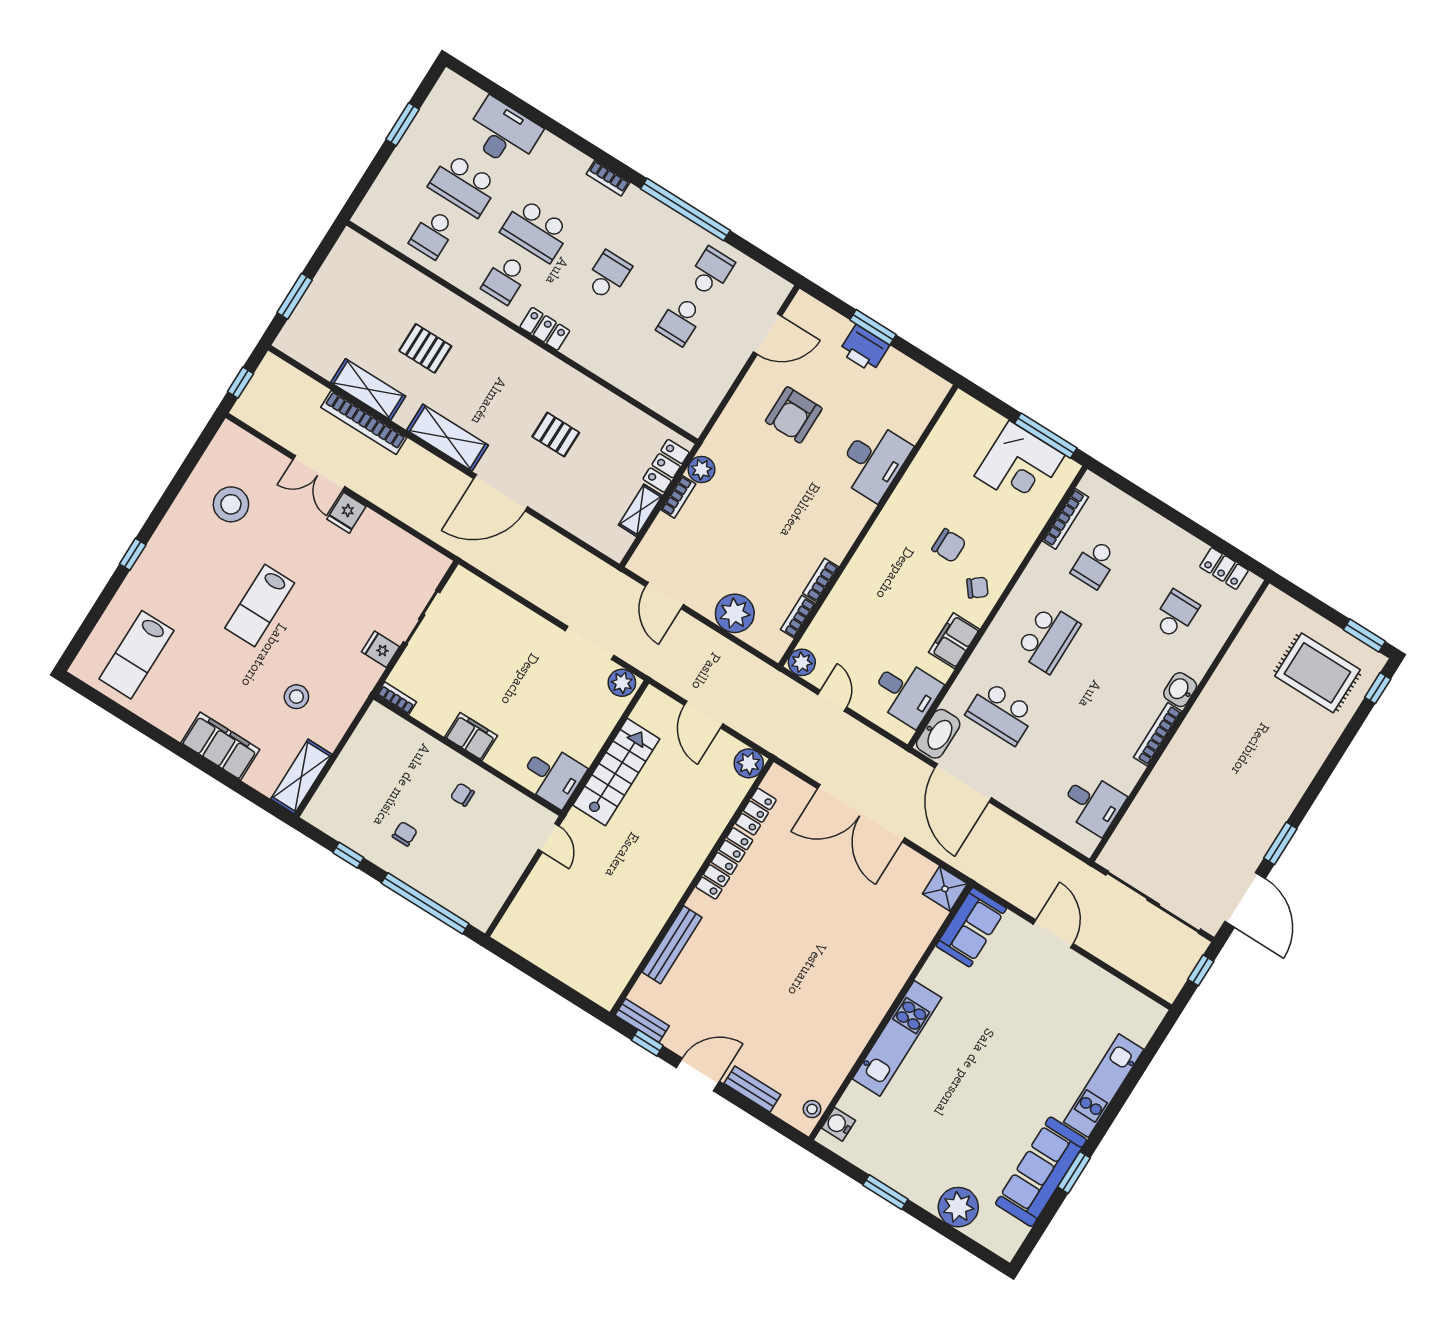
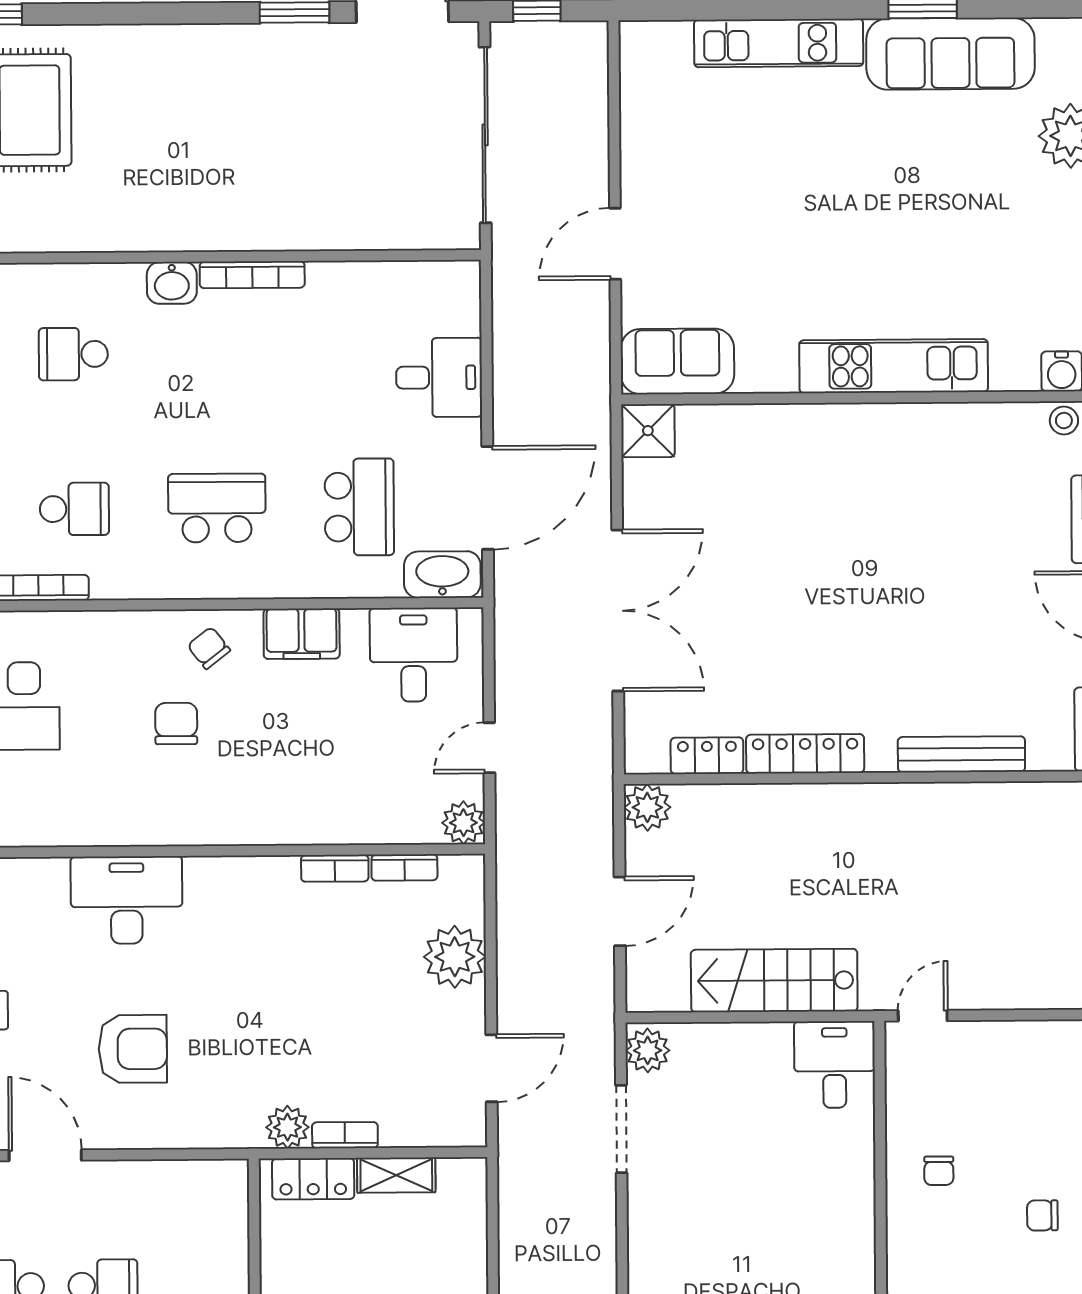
filing cabinet: (471, 736) -> (852, 1209), removed
desk: (1093, 804) -> (439, 377), moved, turned 90

